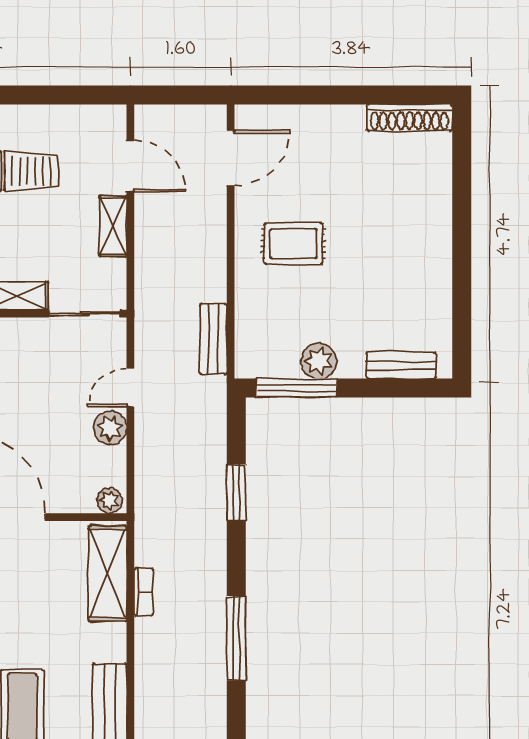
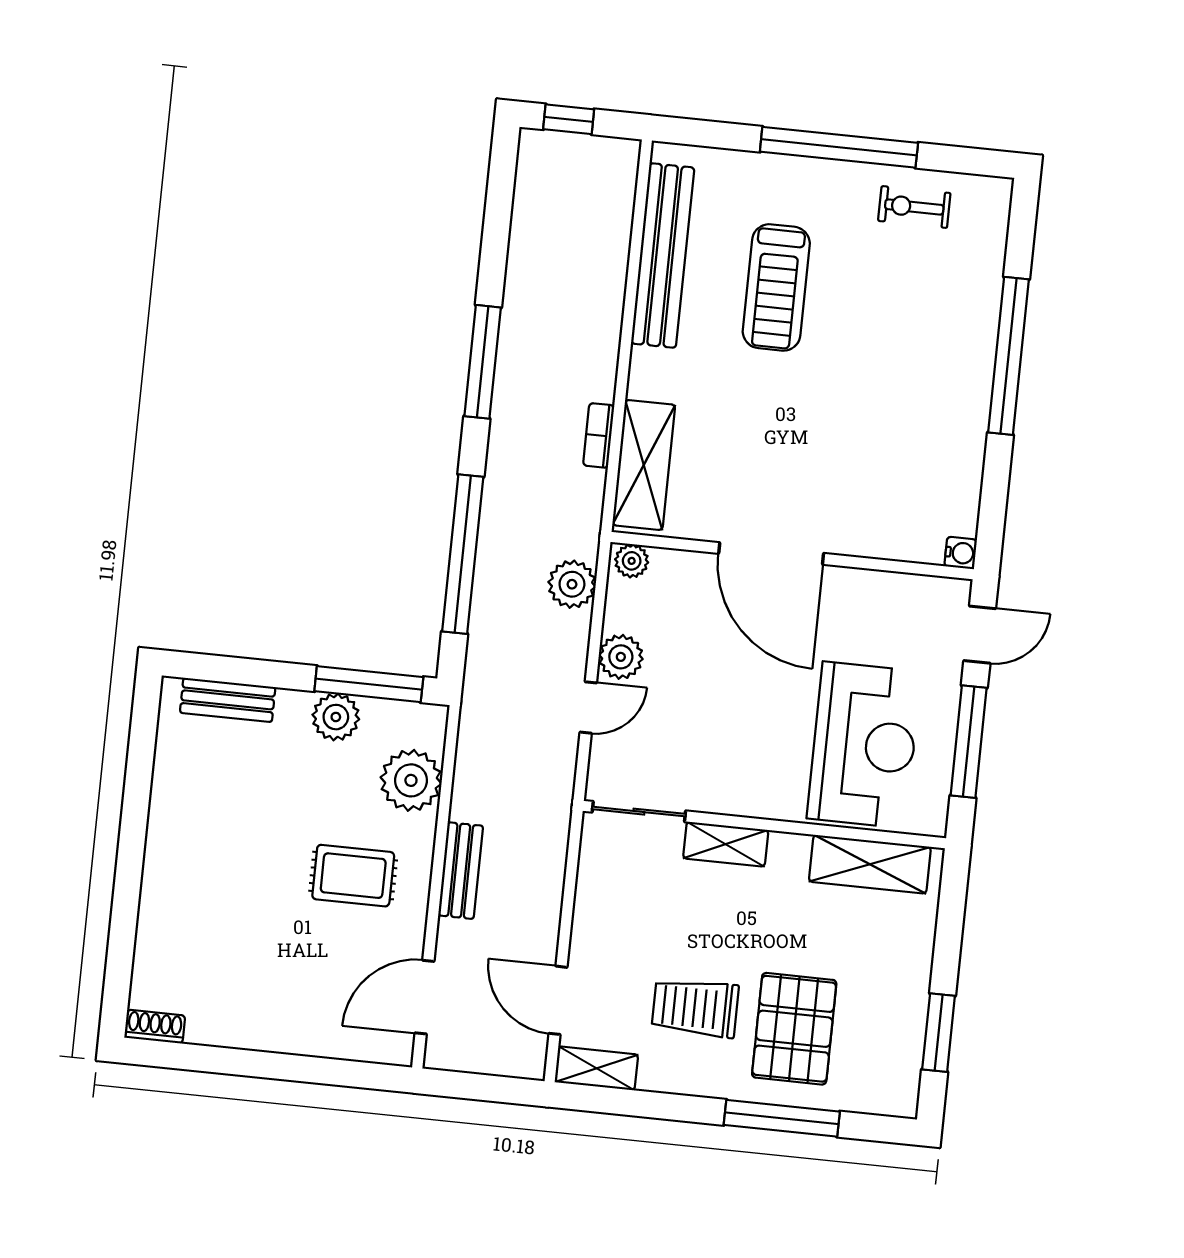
shoe rack: (410, 118) -> (155, 1027), width x0.51, depth x0.81
shelving: (113, 226) -> (596, 1068), moved, turned 90
plant: (258, 319) -> (411, 780), added
bench: (213, 339) -> (461, 871), moved
plant: (152, 479) -> (572, 584), added
window: (236, 493) -> (463, 554), width x2.11

